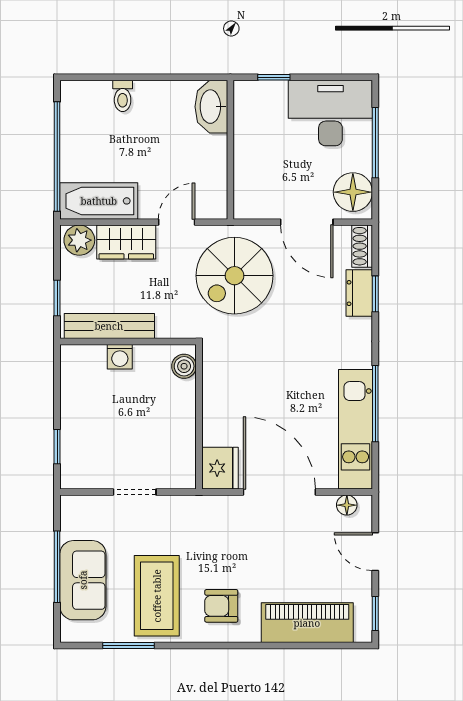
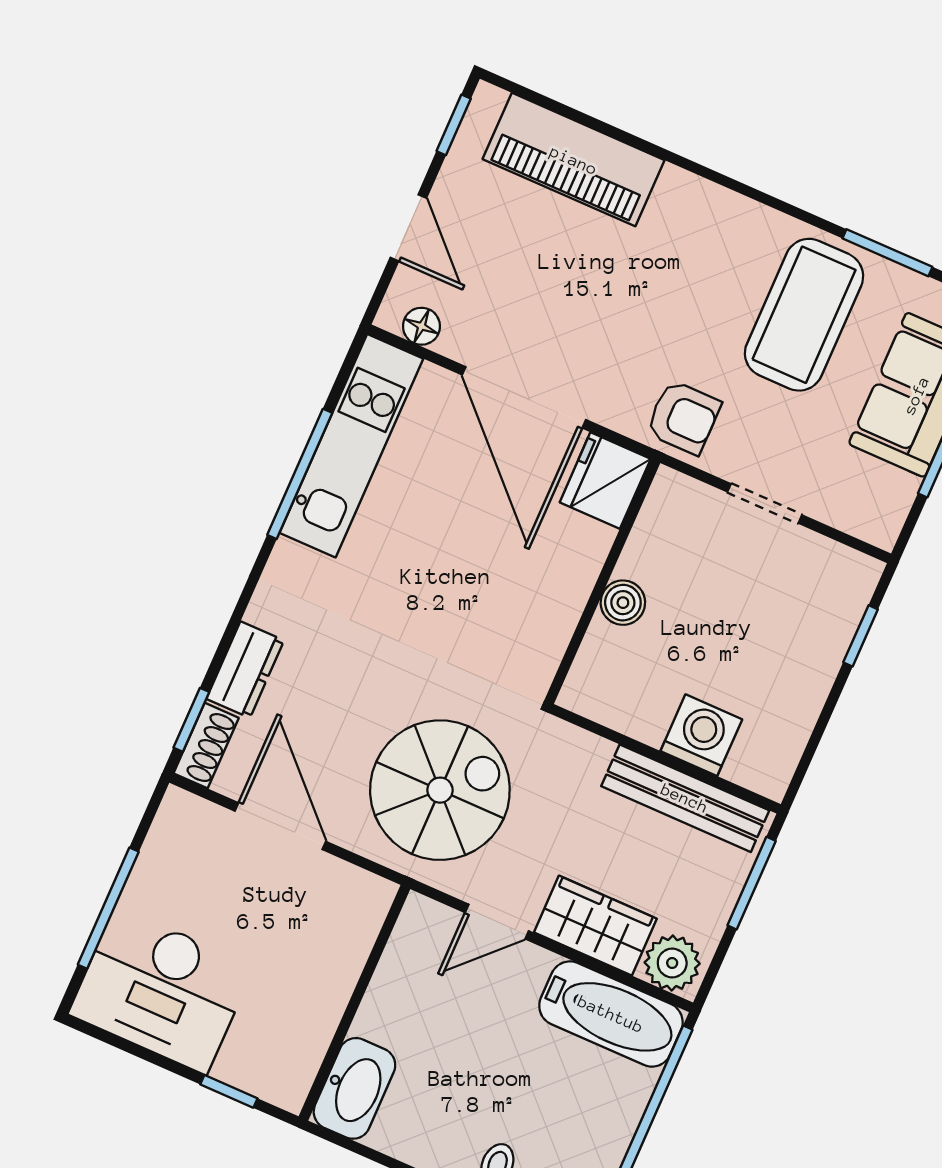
floor lamp: (353, 192) -> (182, 842), removed
window: (375, 294) -> (191, 720), moved
window: (57, 298) -> (752, 883), width x1.50
washing machine: (120, 357) -> (701, 735), width x1.38, depth x1.38
boiler: (184, 366) -> (623, 603), moved
armchair: (221, 606) -> (683, 417), moved

